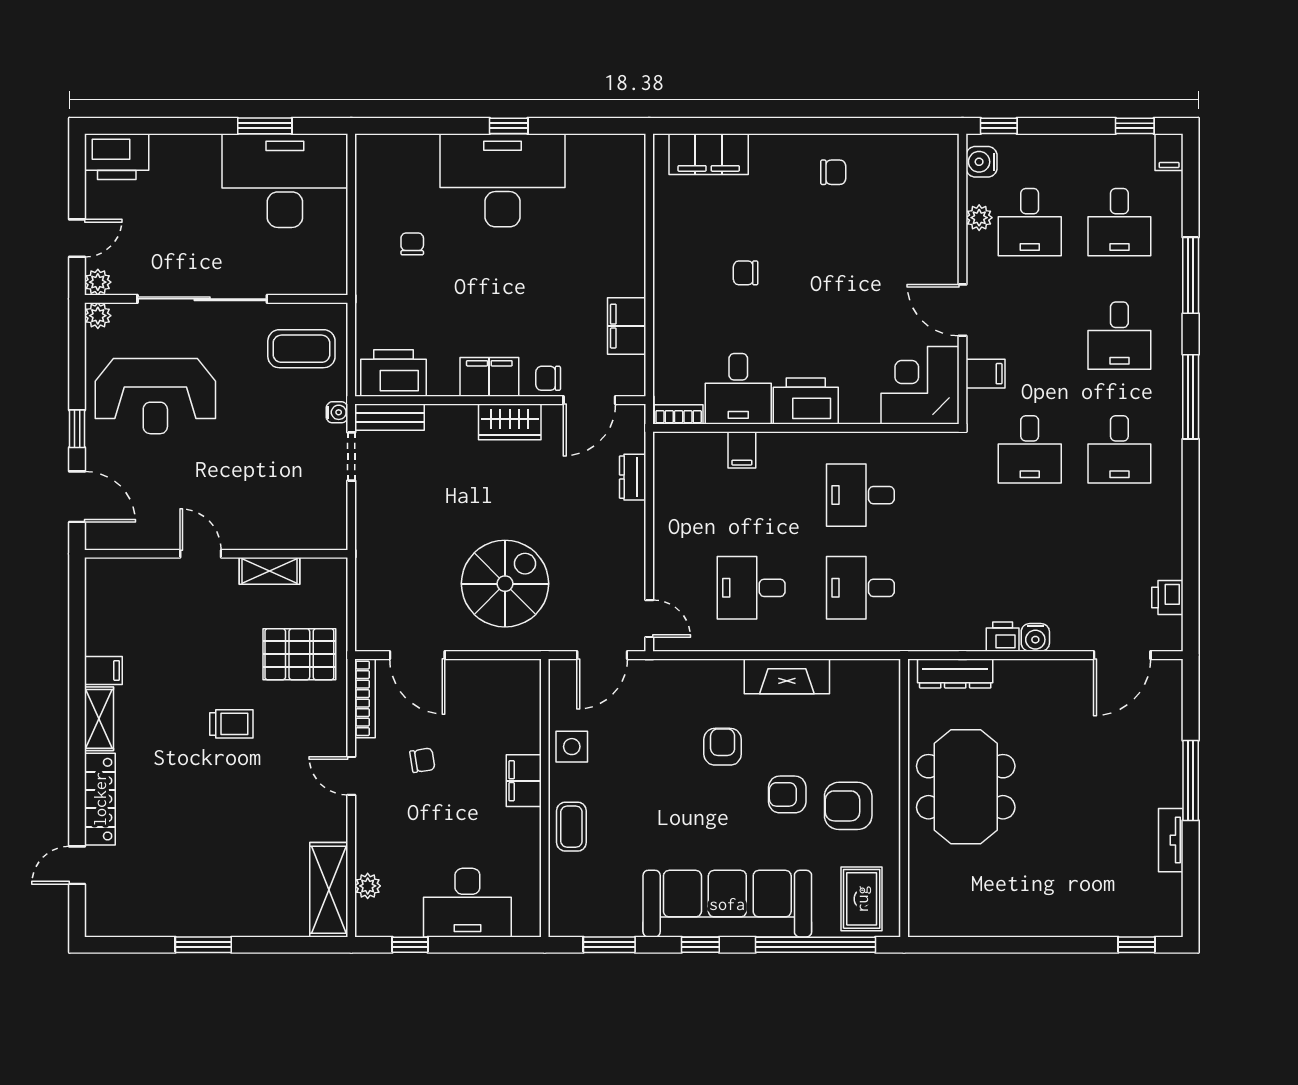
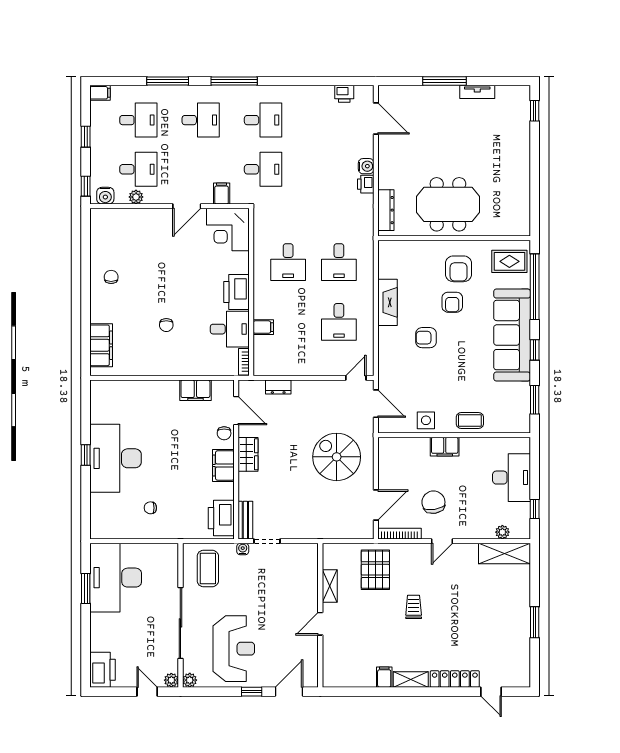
window: (1135, 126) -> (86, 137), moved
chair: (422, 760) -> (433, 502), width x1.87, depth x1.87

